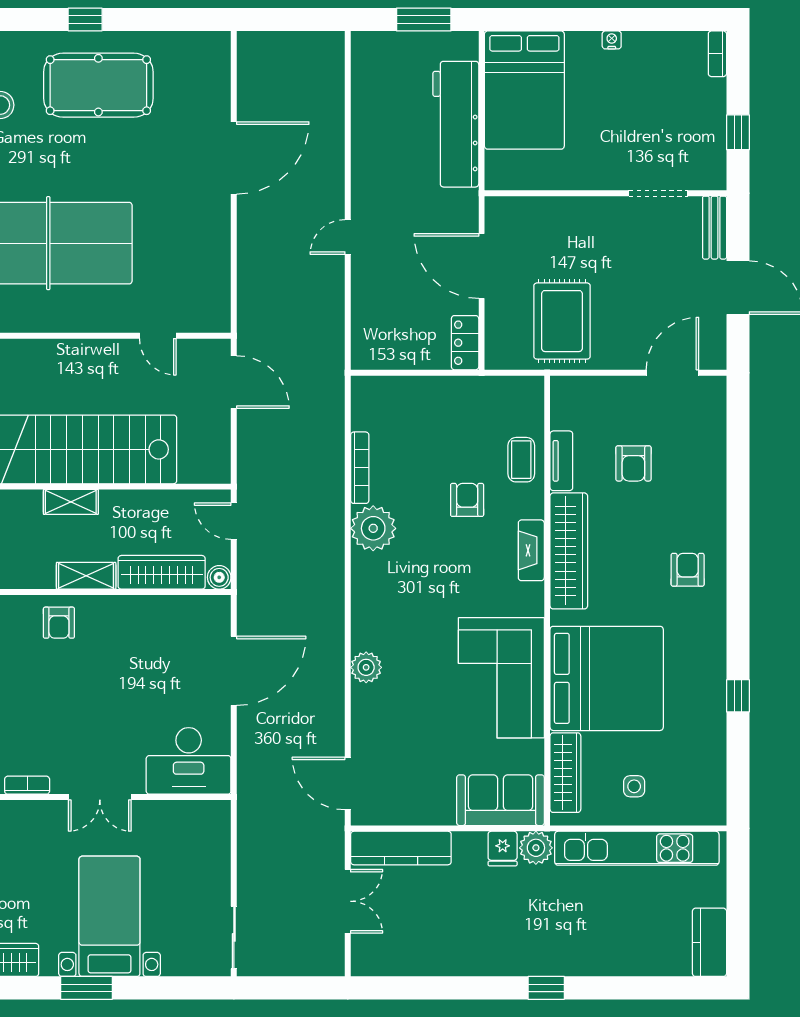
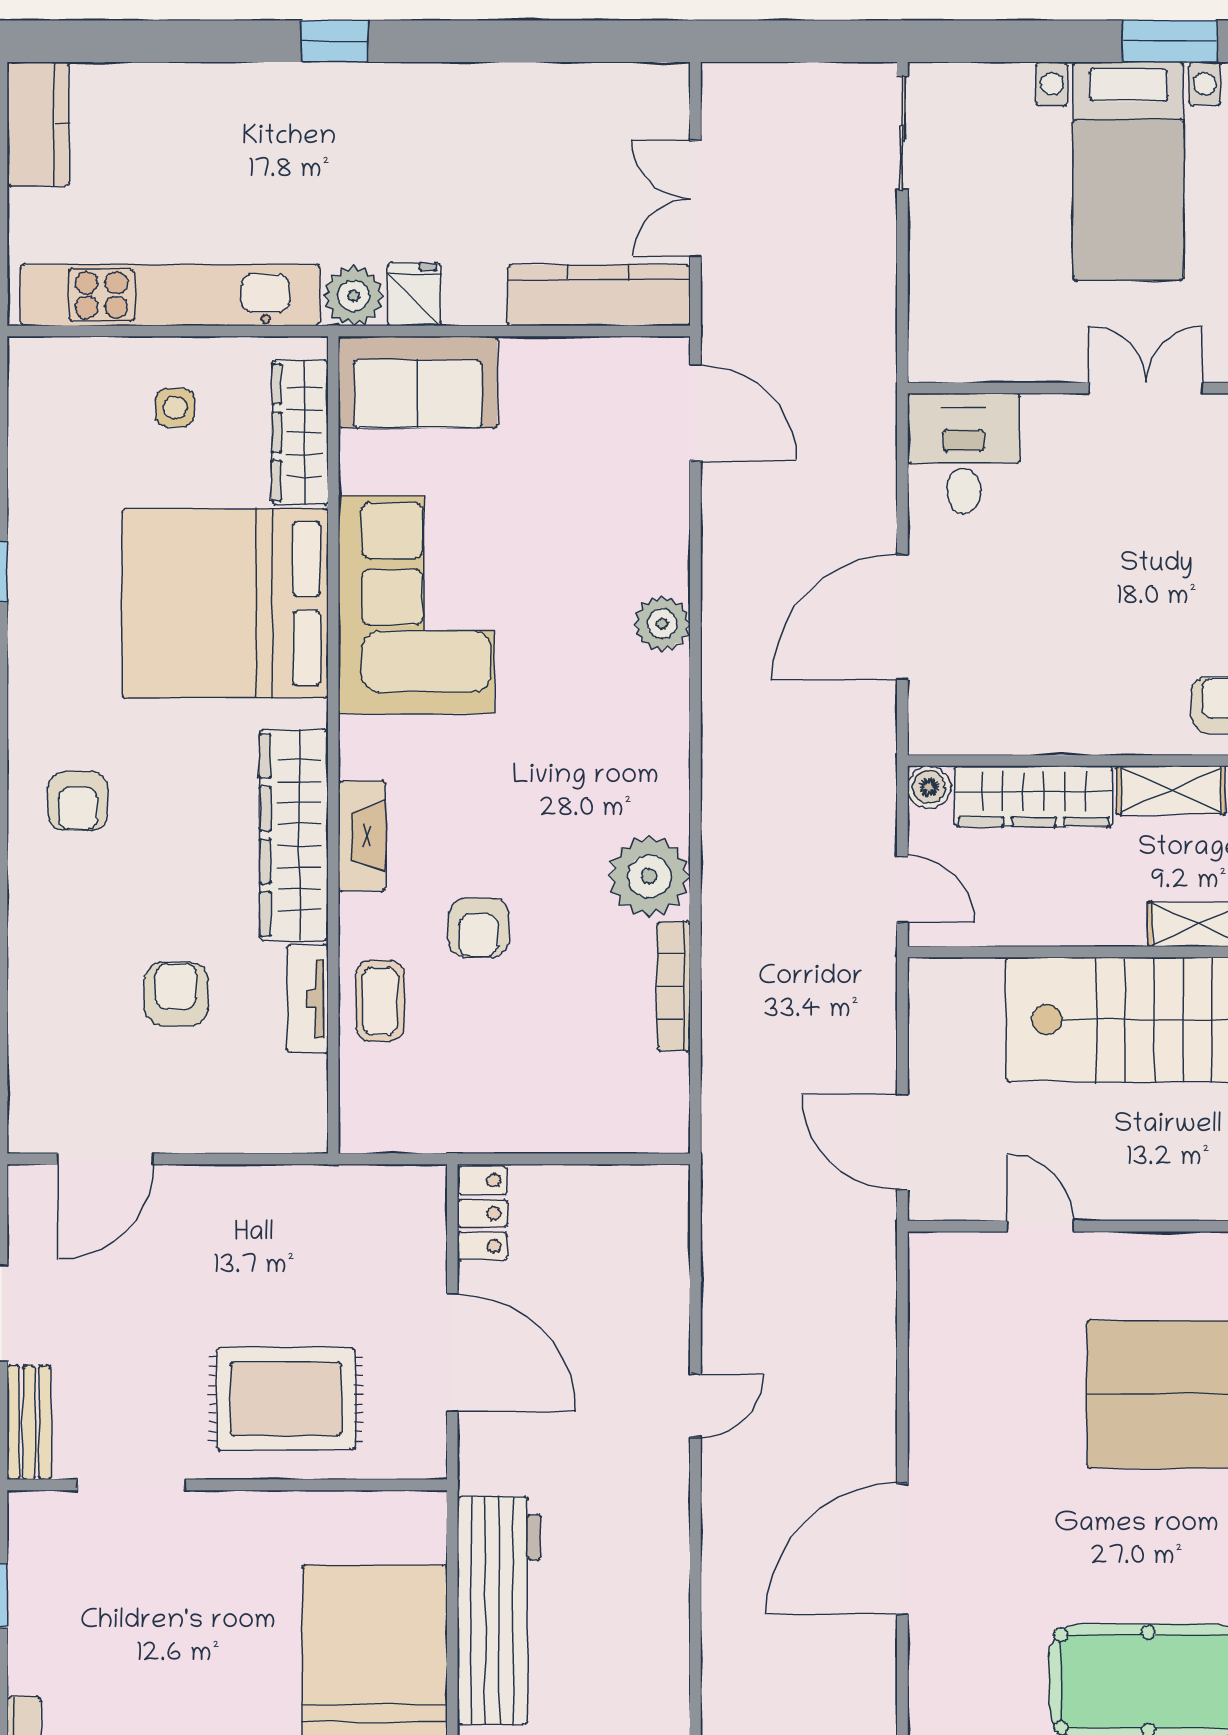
rug: (562, 321) -> (286, 1399), moved, turned 90
desk: (189, 761) -> (964, 454), width x0.73

